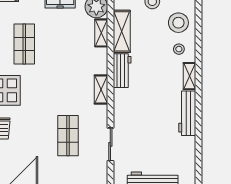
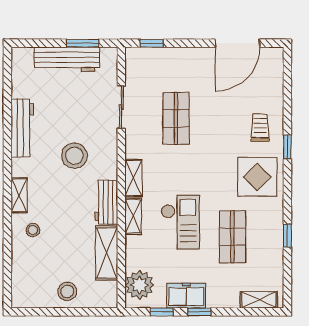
stool: (178, 23) -> (74, 156), moved
shelving: (101, 33) -> (133, 216), moved
checkout: (65, 55) -> (180, 222), added
workbench: (187, 113) -> (22, 128), moved

